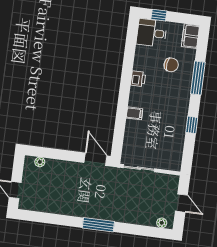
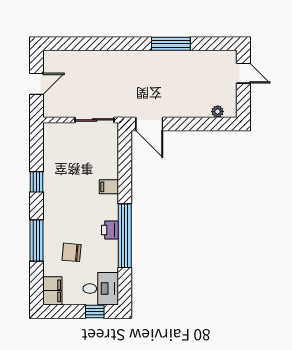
window: (127, 73) -> (125, 236), added
door: (181, 203) -> (37, 84), swing flipped
plant: (162, 223) -> (58, 56), removed
window: (98, 225) -> (171, 44), moved

